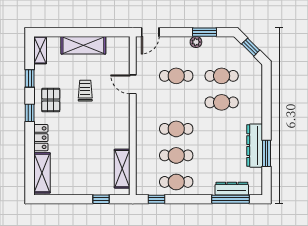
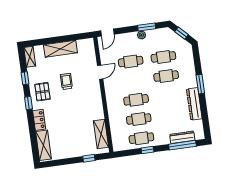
door: (133, 84) -> (100, 72), swing flipped
window: (266, 153) -> (200, 84), moved
window: (156, 199) -> (147, 150), moved

